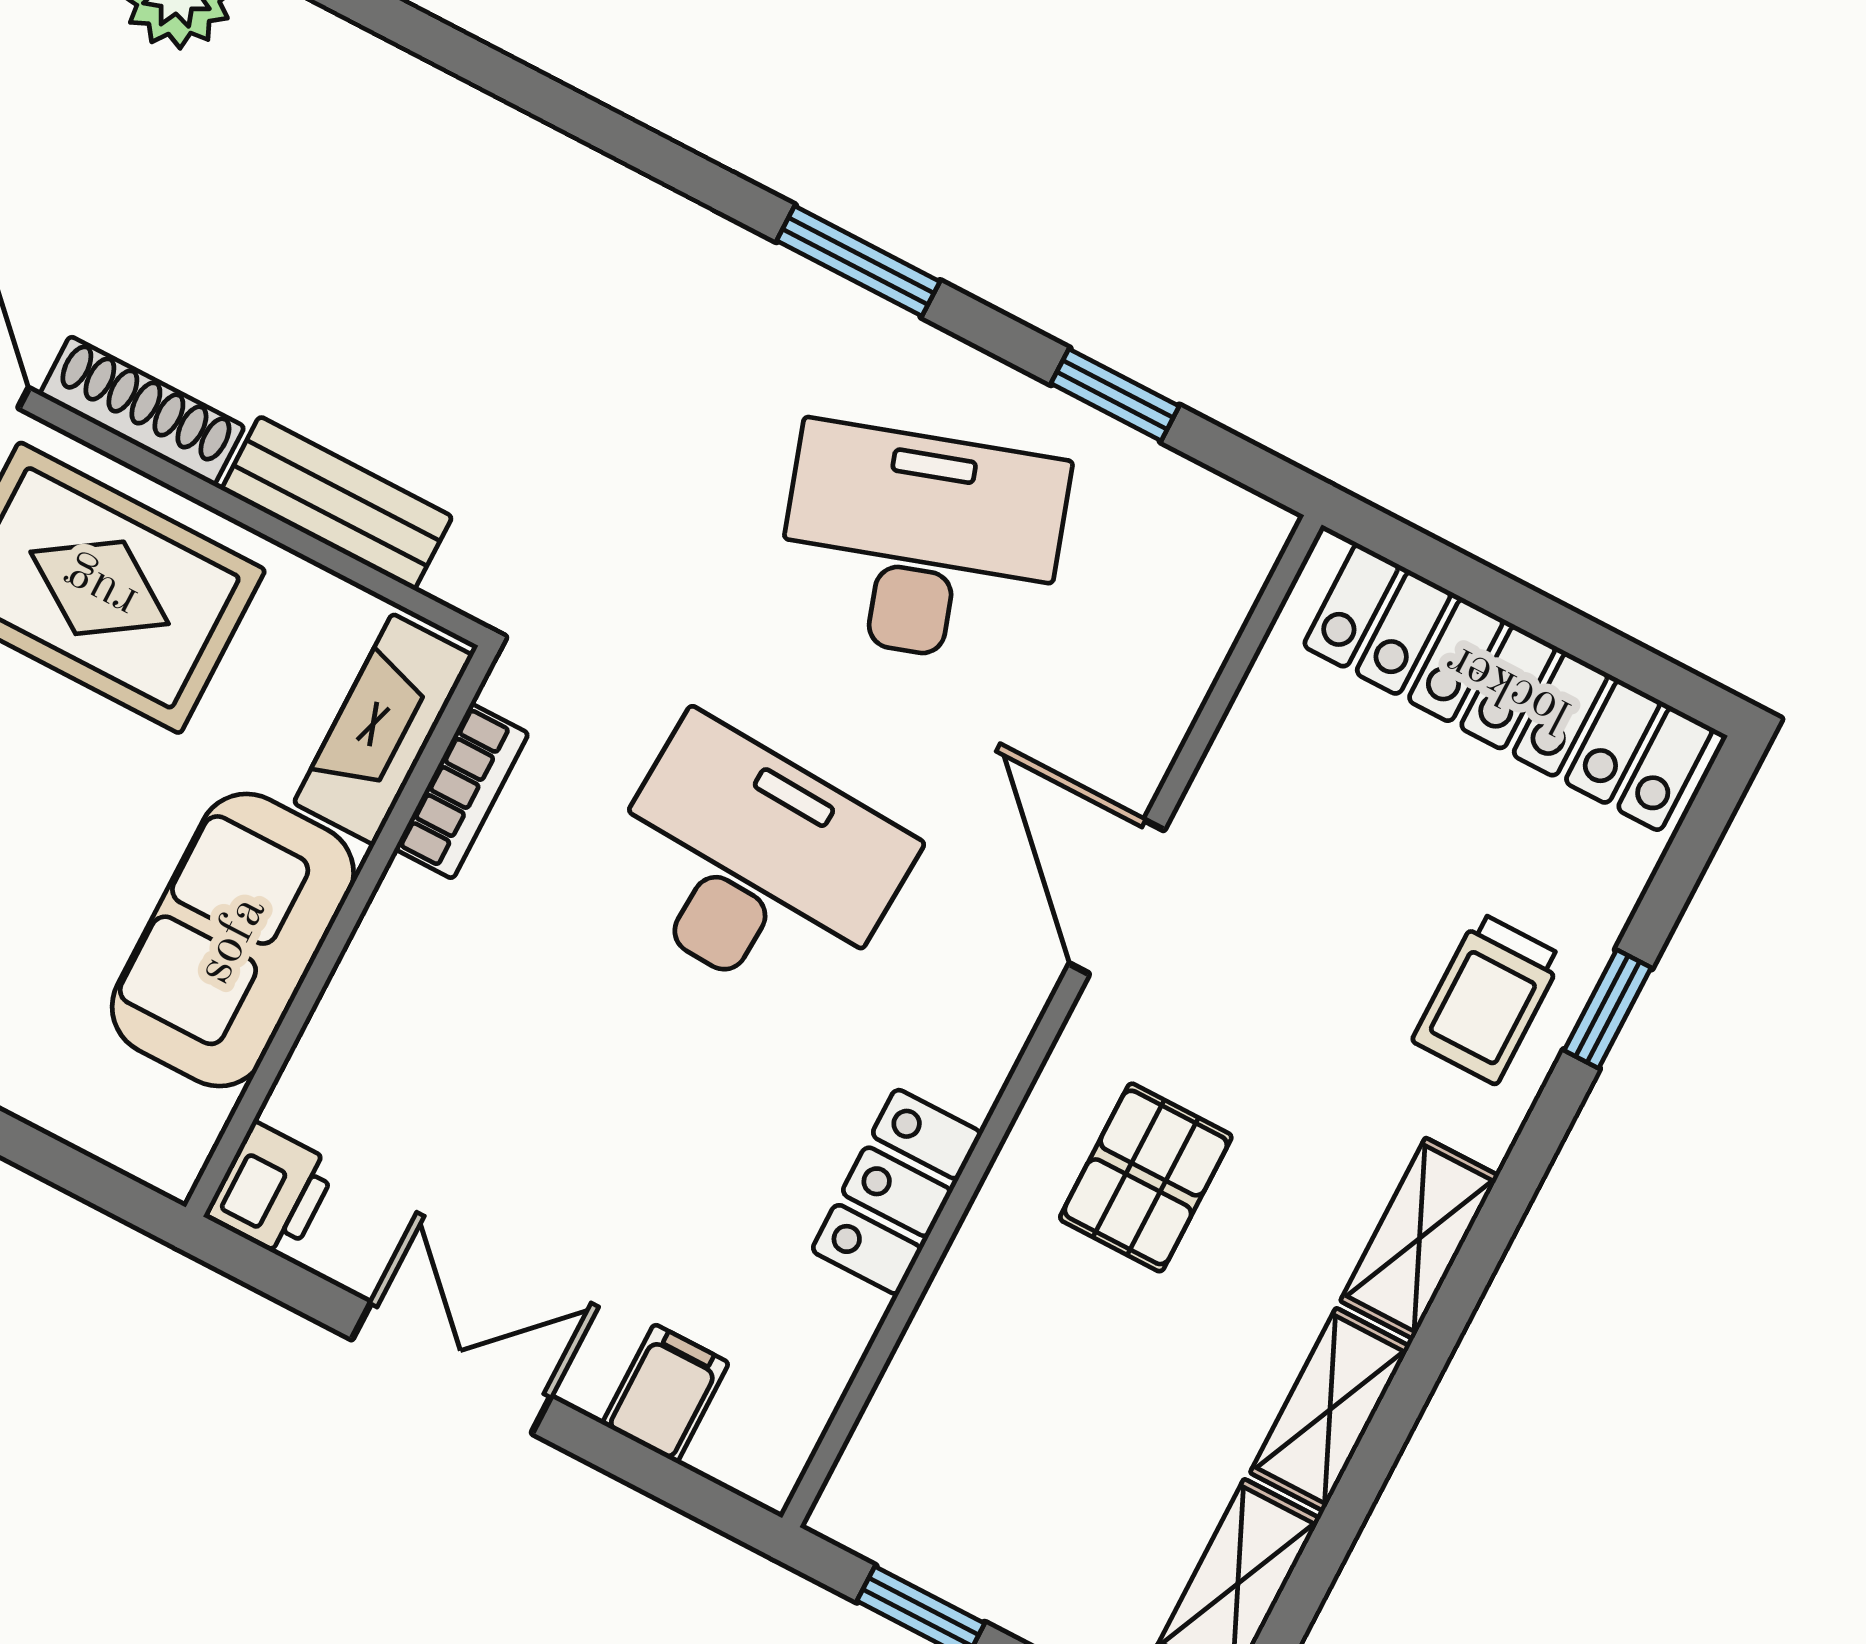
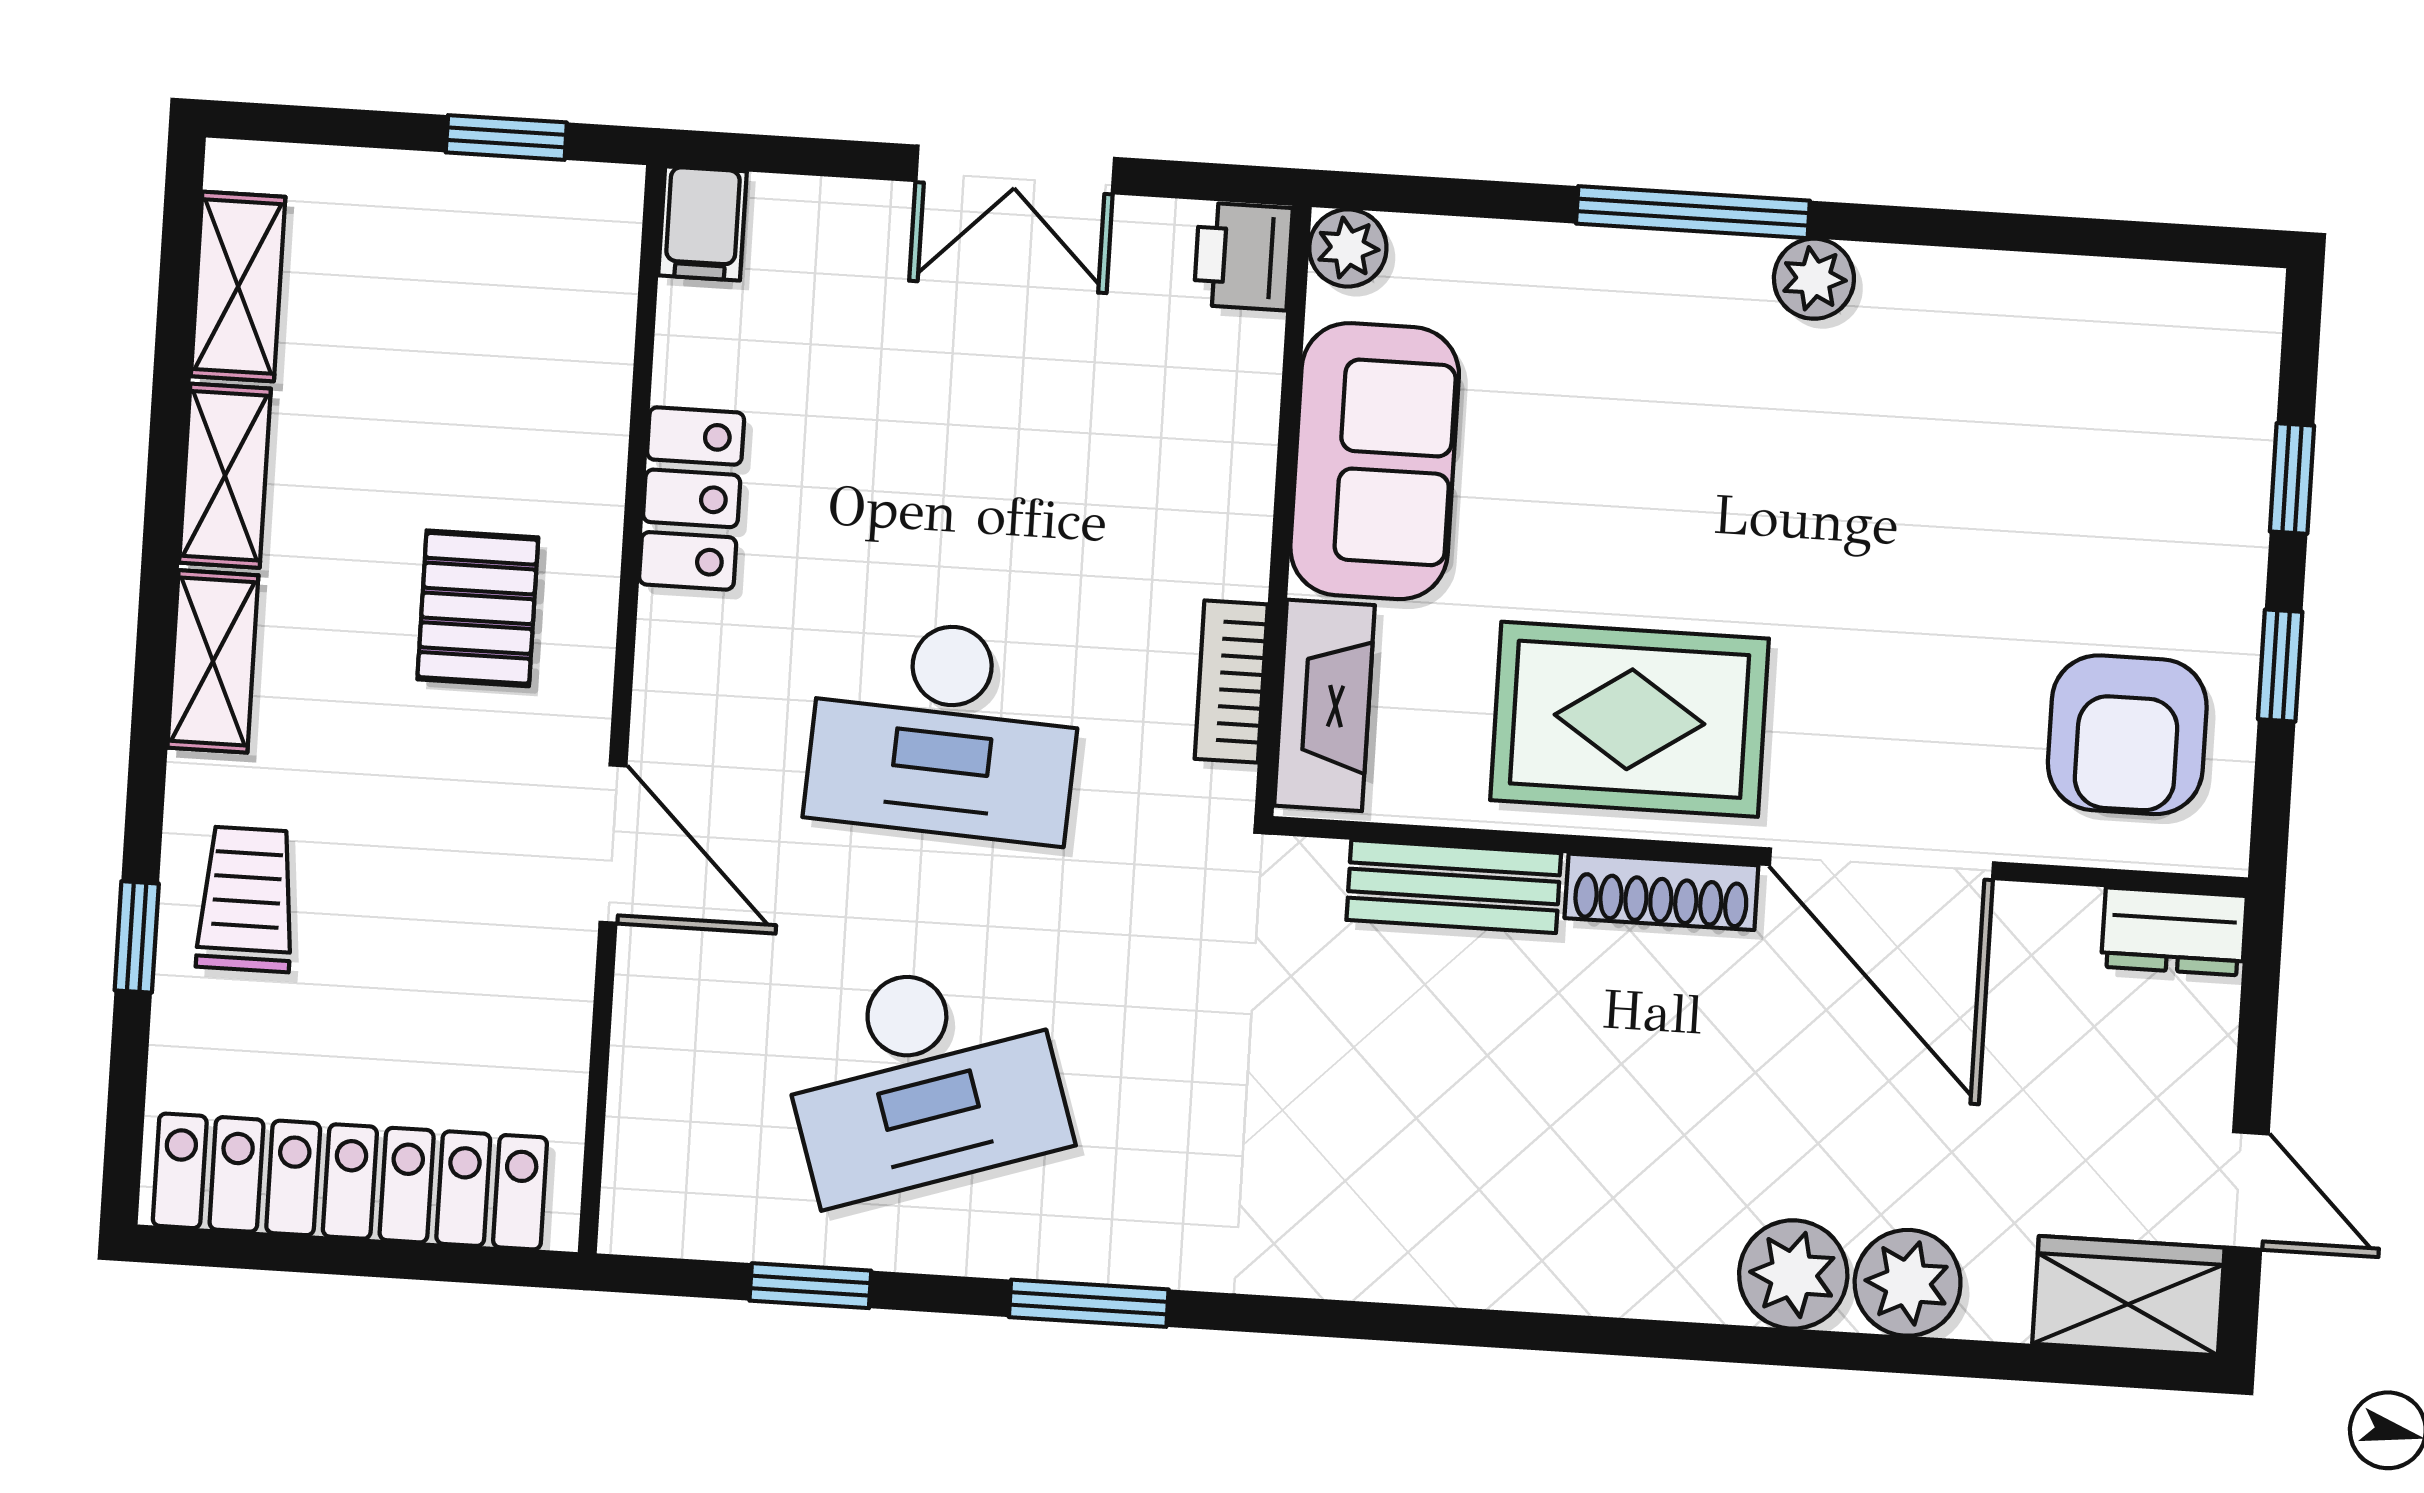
plant: (169, 1153) -> (1348, 248), added
filing cabinet: (665, 1393) -> (702, 223), moved

